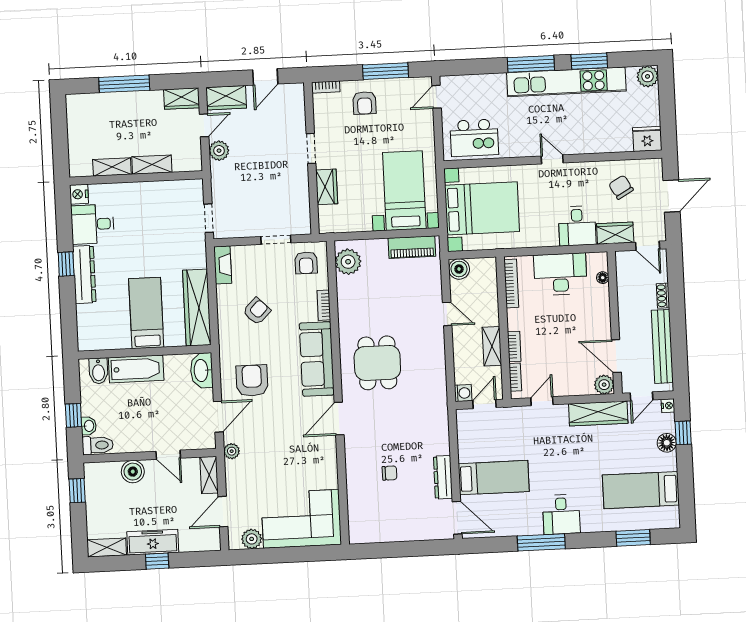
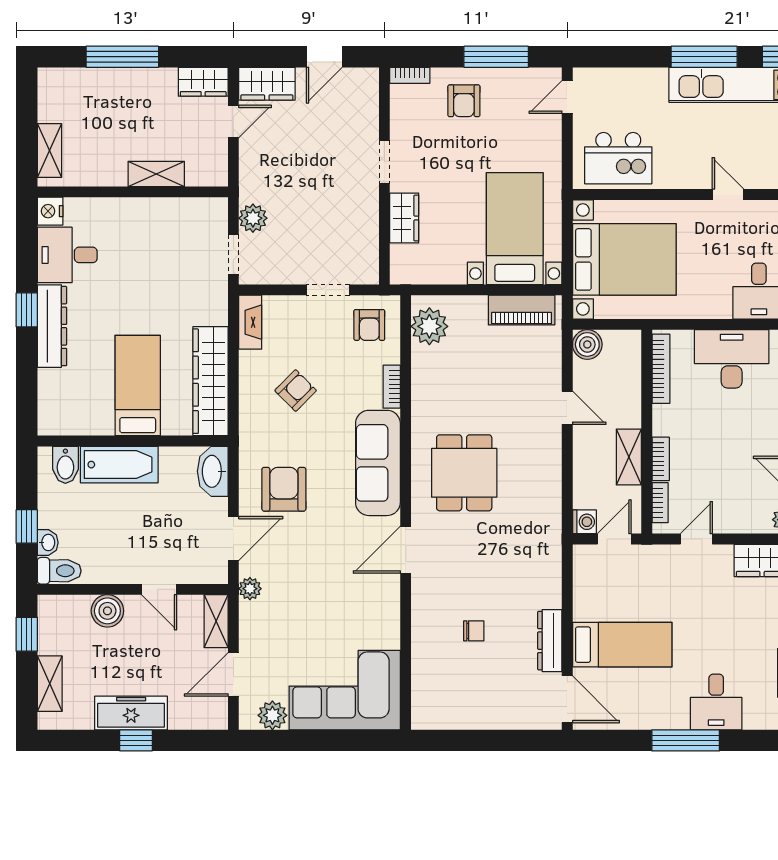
plant: (219, 151) -> (253, 218), moved
shelving: (112, 167) -> (49, 151), moved, turned 90
shelving: (107, 547) -> (50, 684), moved, turned 90

